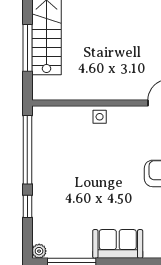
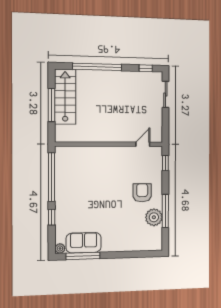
side table: (100, 117) -> (102, 154), removed
sofa: (118, 244) -> (84, 243), moved

